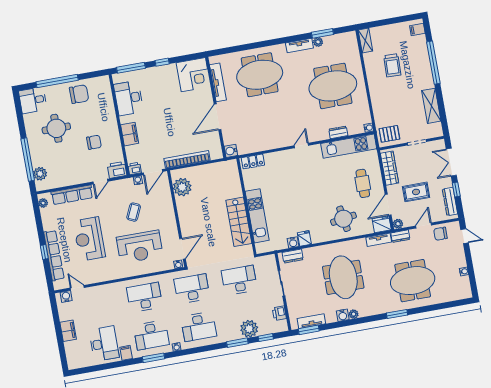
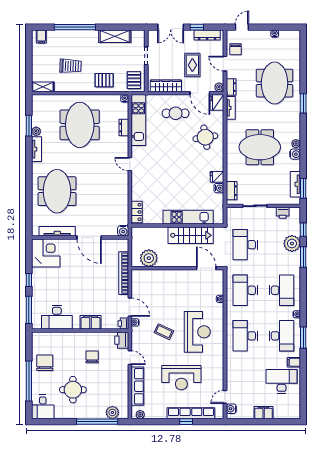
pallet: (384, 103) -> (104, 80), added
plant: (182, 187) -> (149, 258), moved
wall: (177, 219) -> (177, 268), moved
door: (183, 249) -> (206, 268), moved

